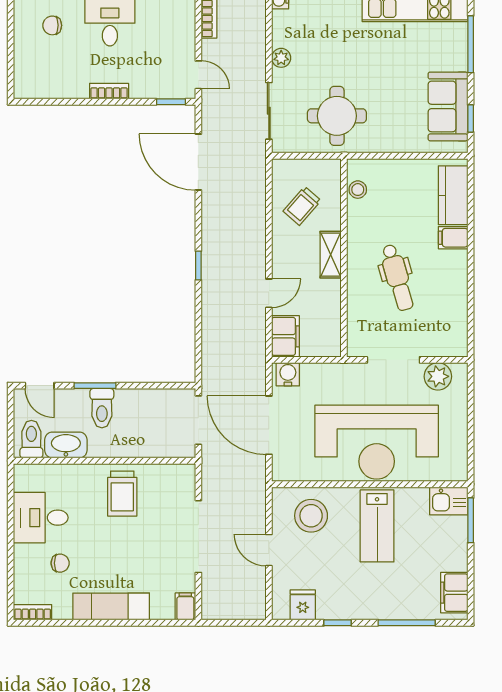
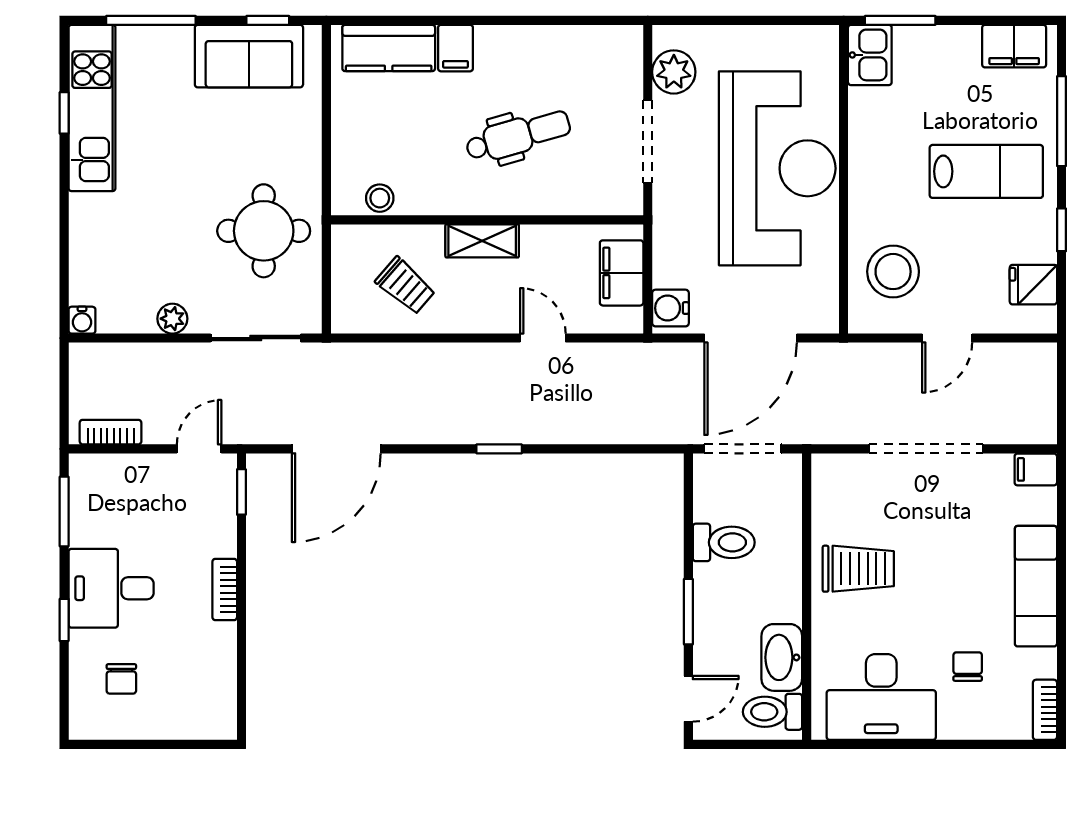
filing cabinet: (285, 336) -> (622, 273), moved, turned -90
toilet: (102, 408) -> (724, 542), moved
desk: (41, 518) -> (881, 697), width x1.37
lab bench: (377, 526) -> (986, 171), moved

